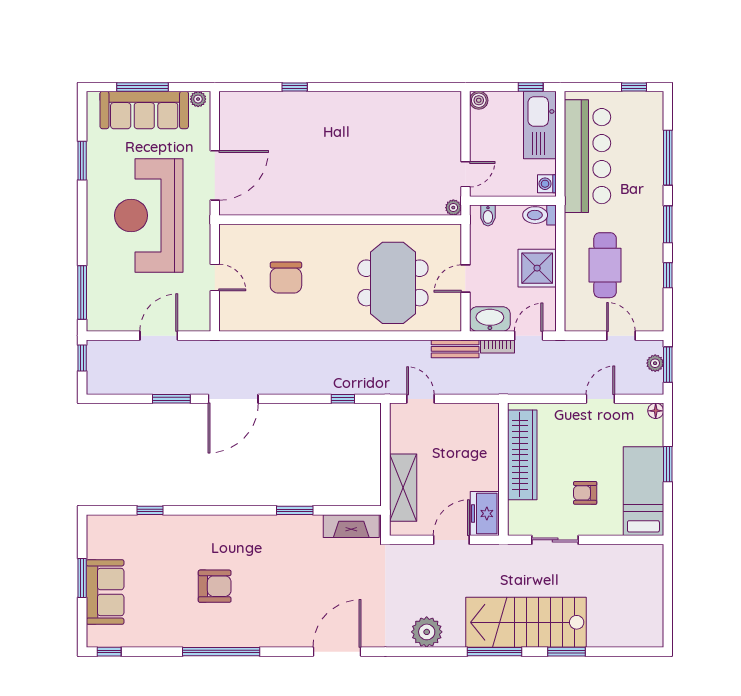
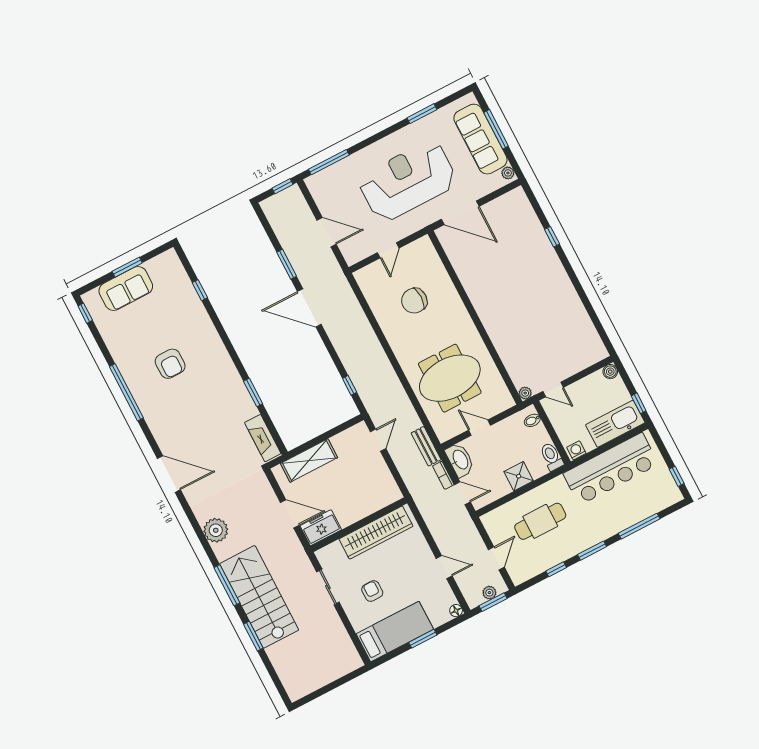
shower: (537, 268) -> (519, 476), width x0.73, depth x0.73

